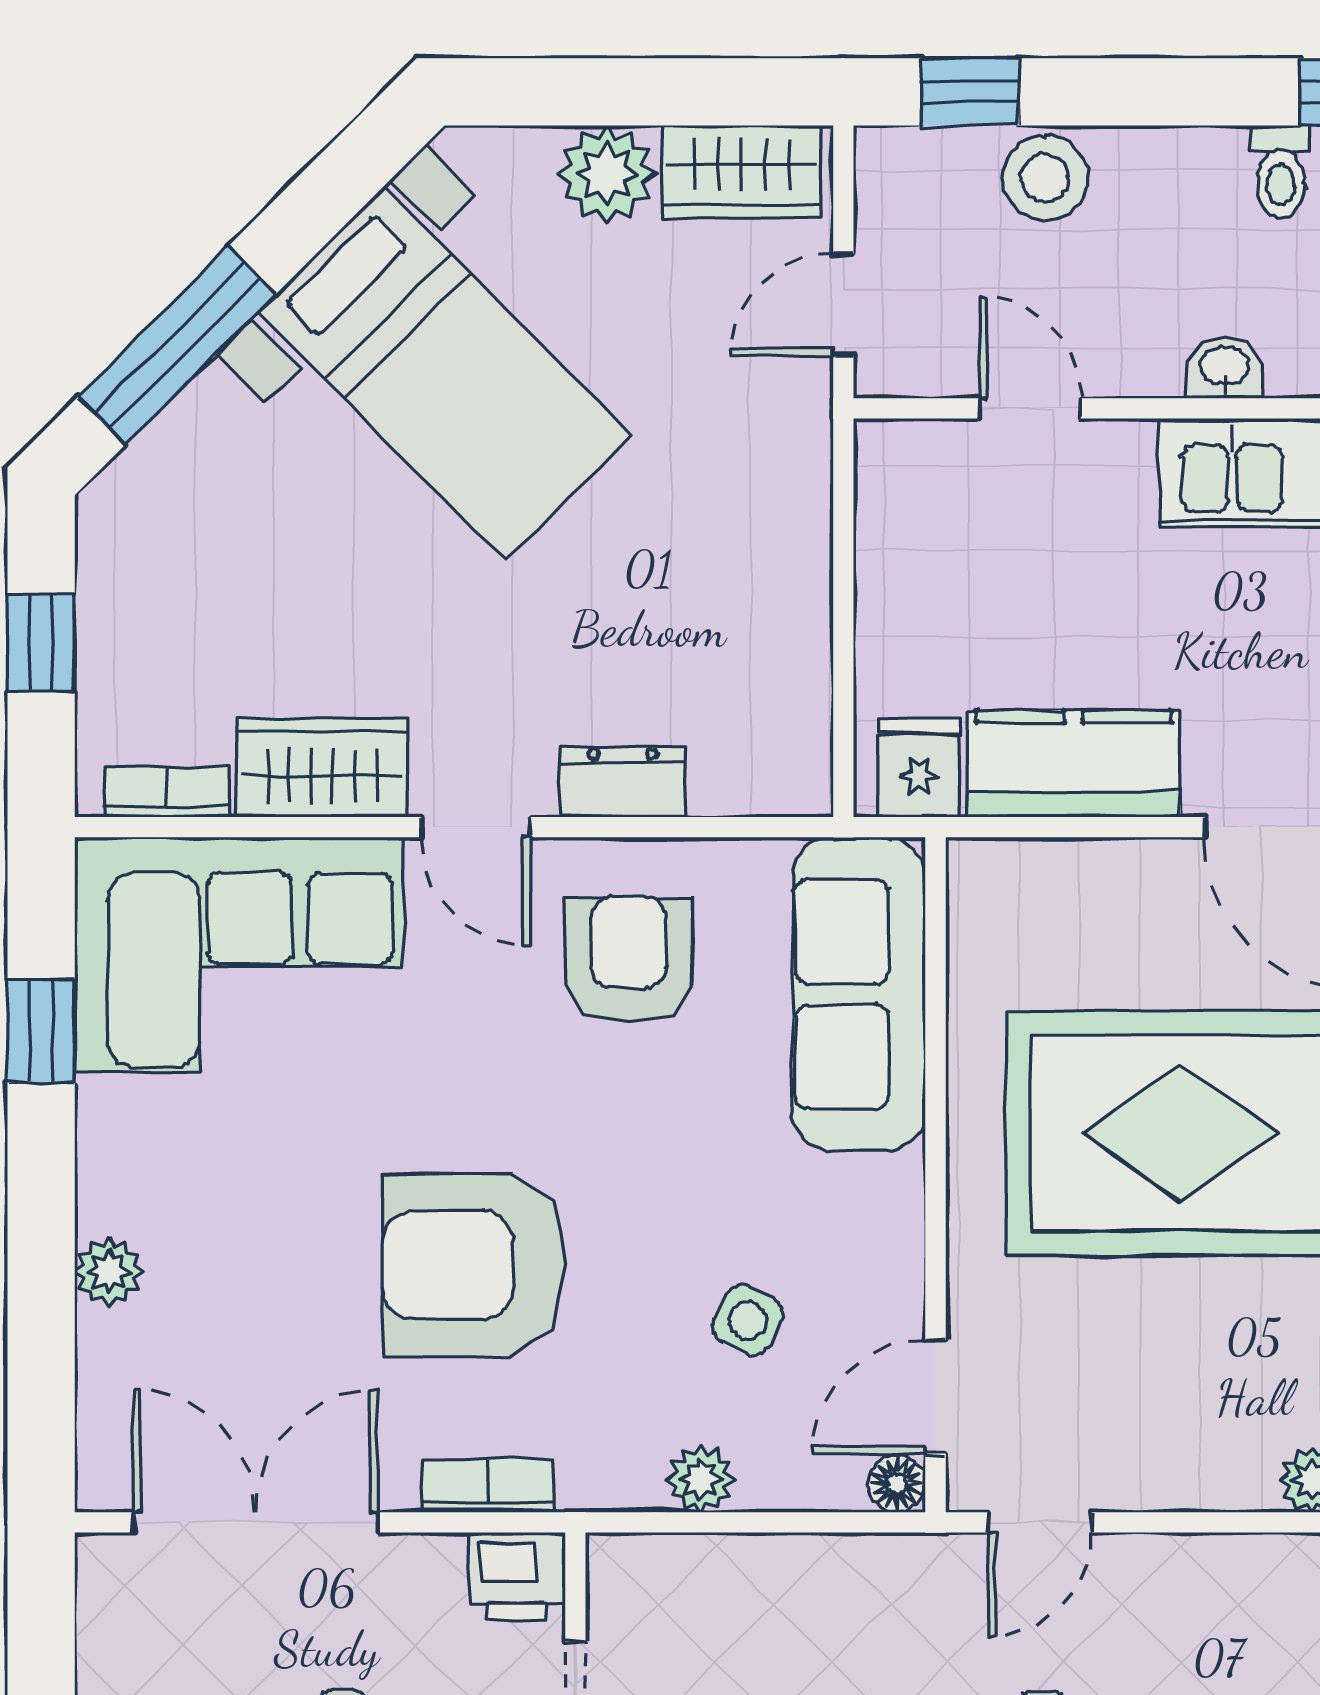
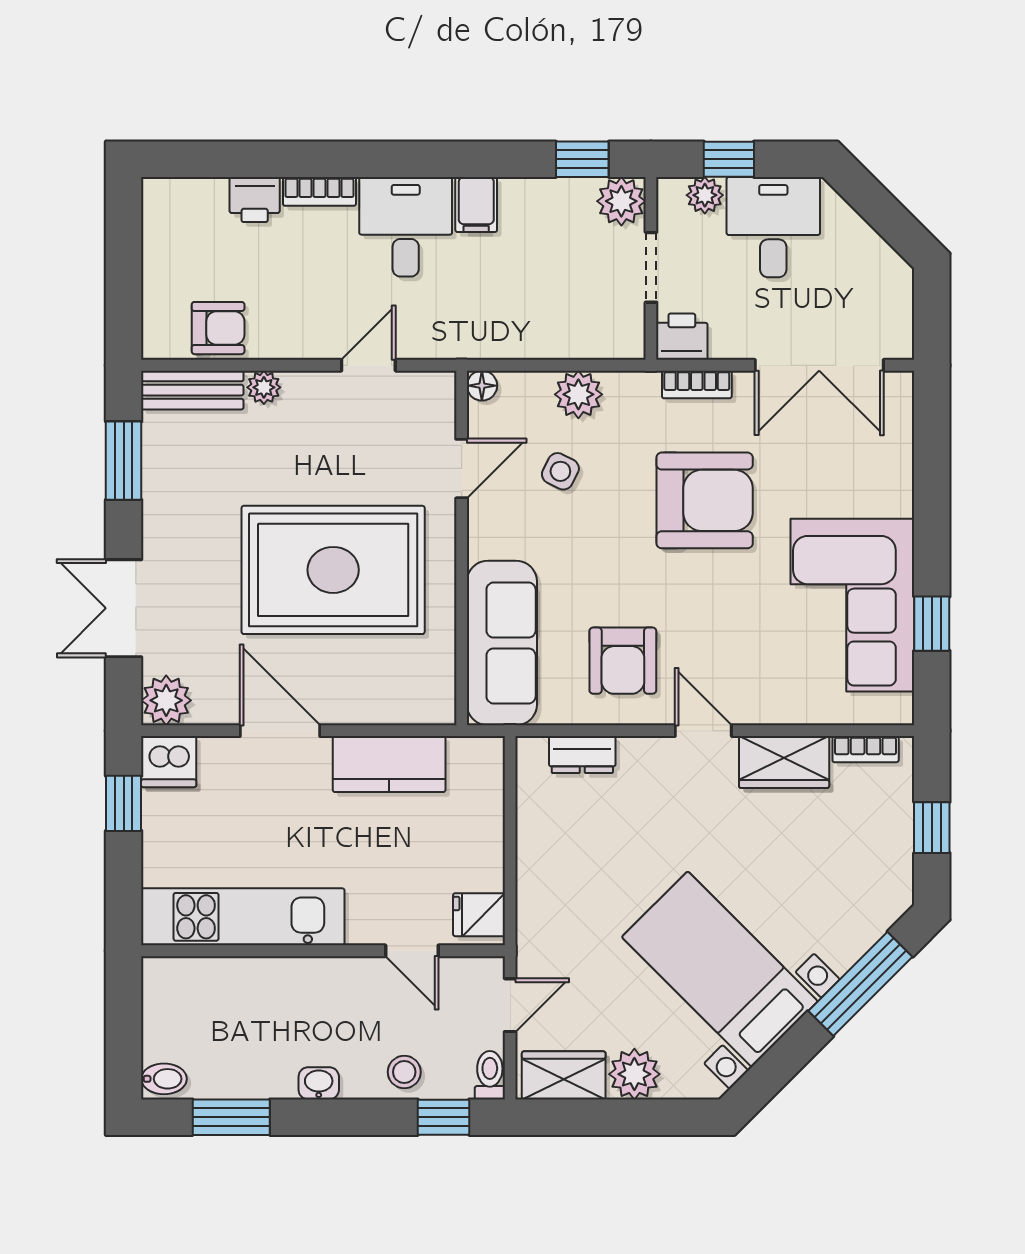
toilet: (1281, 172) -> (490, 1075), moved
stool: (1045, 178) -> (404, 1072), width x0.73, depth x0.73
washbasin: (1225, 367) -> (319, 1083), moved, turned 180
fridge: (919, 768) -> (479, 915), moved, turned 90
dresser: (623, 782) -> (582, 755), moved
corner sofa: (239, 955) -> (852, 605), moved, turned -90
plant: (109, 1272) -> (896, 497), removed
door: (936, 1397) -> (462, 469), moved
plant: (701, 1479) -> (578, 394), width x1.38, depth x1.38
door: (1040, 1522) -> (368, 365), moved

